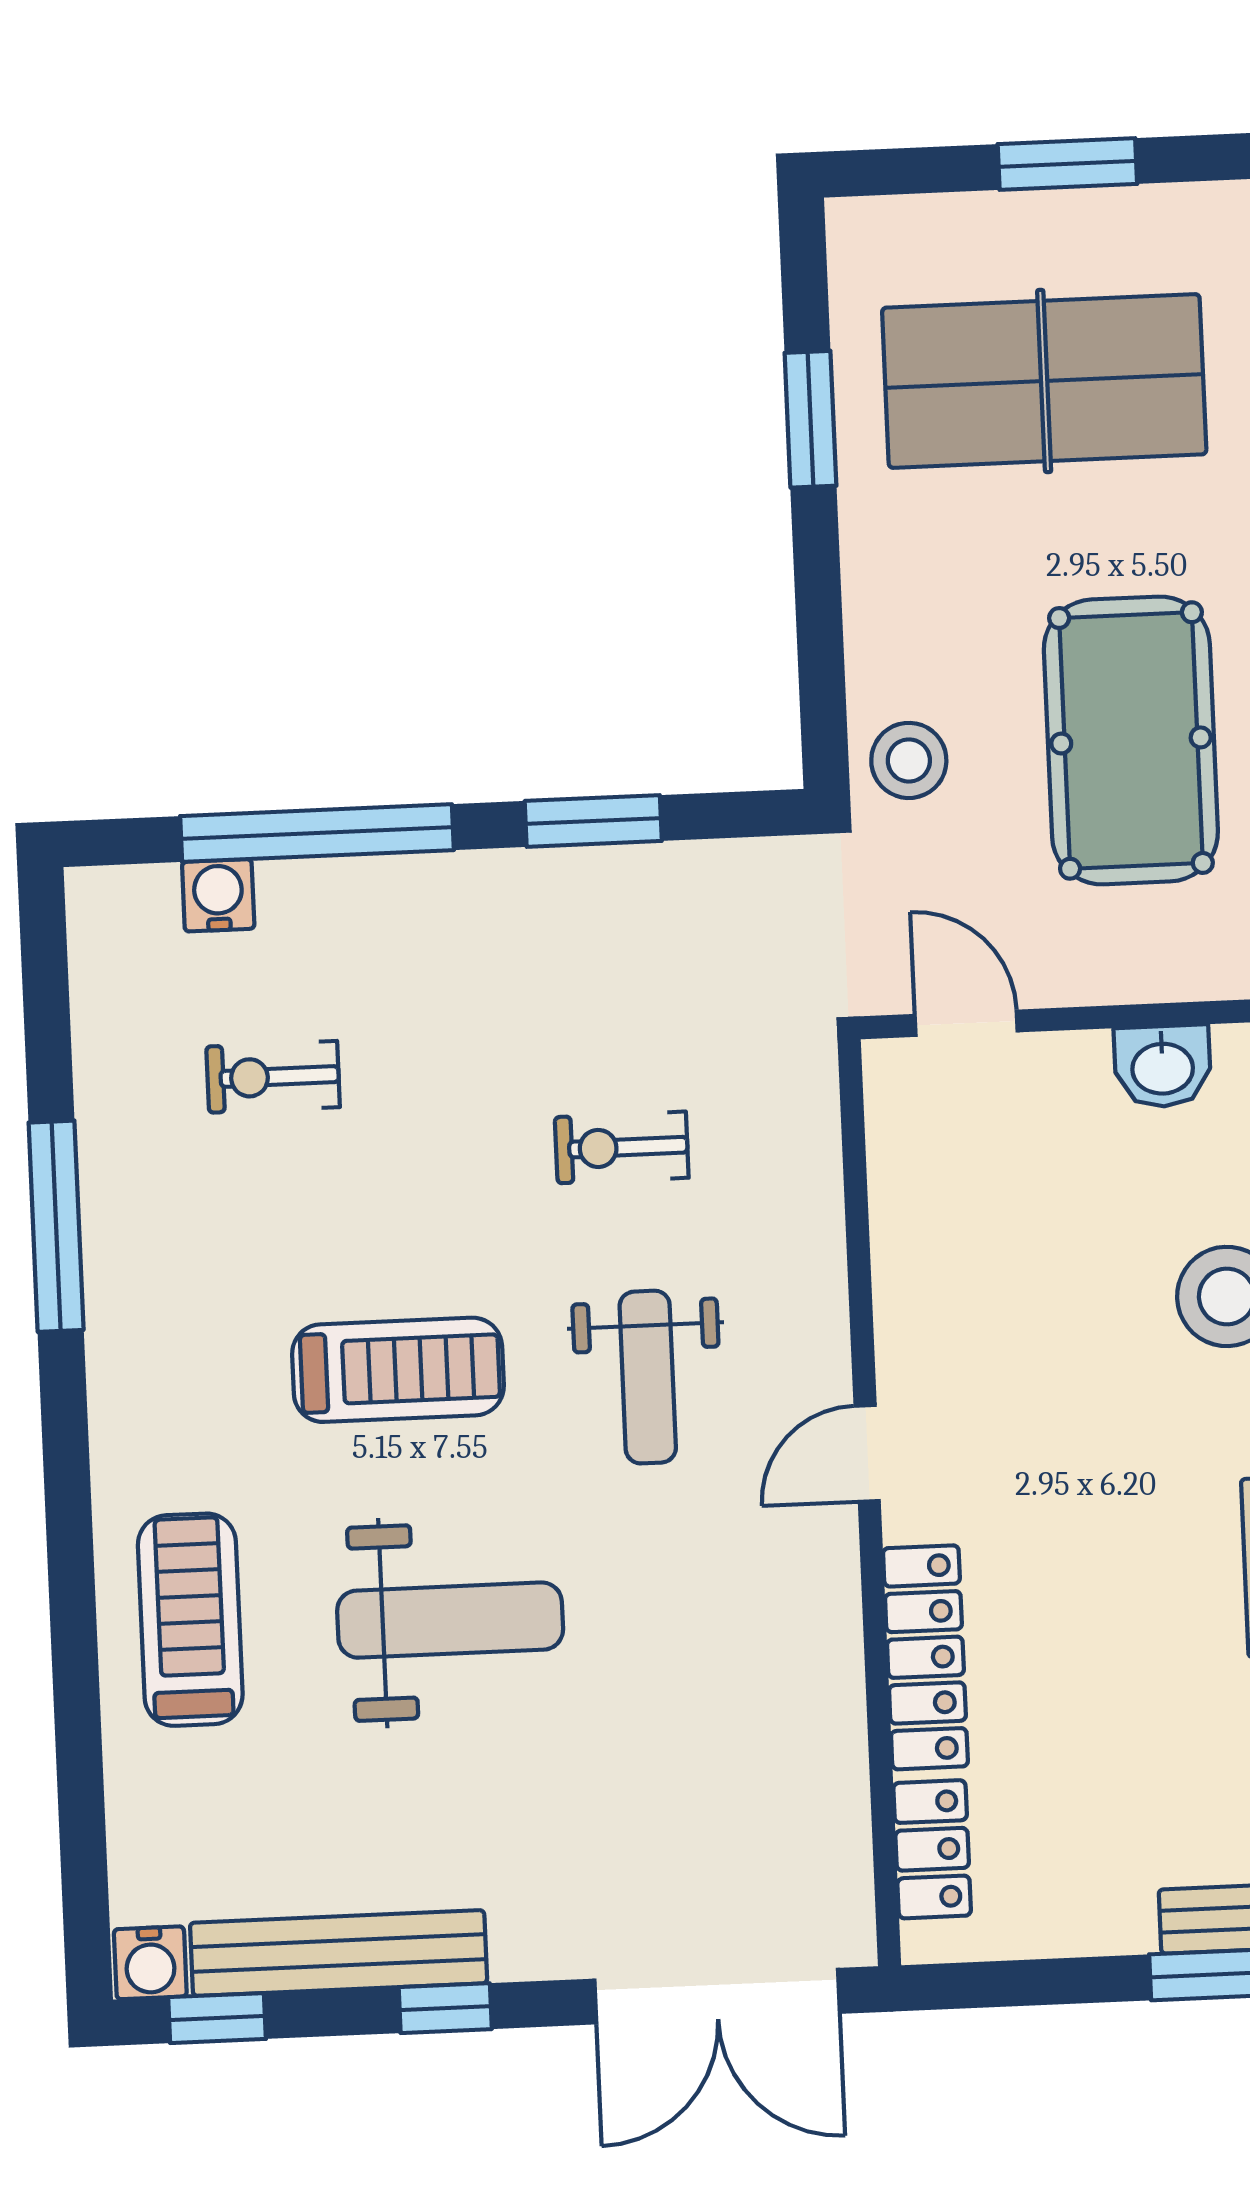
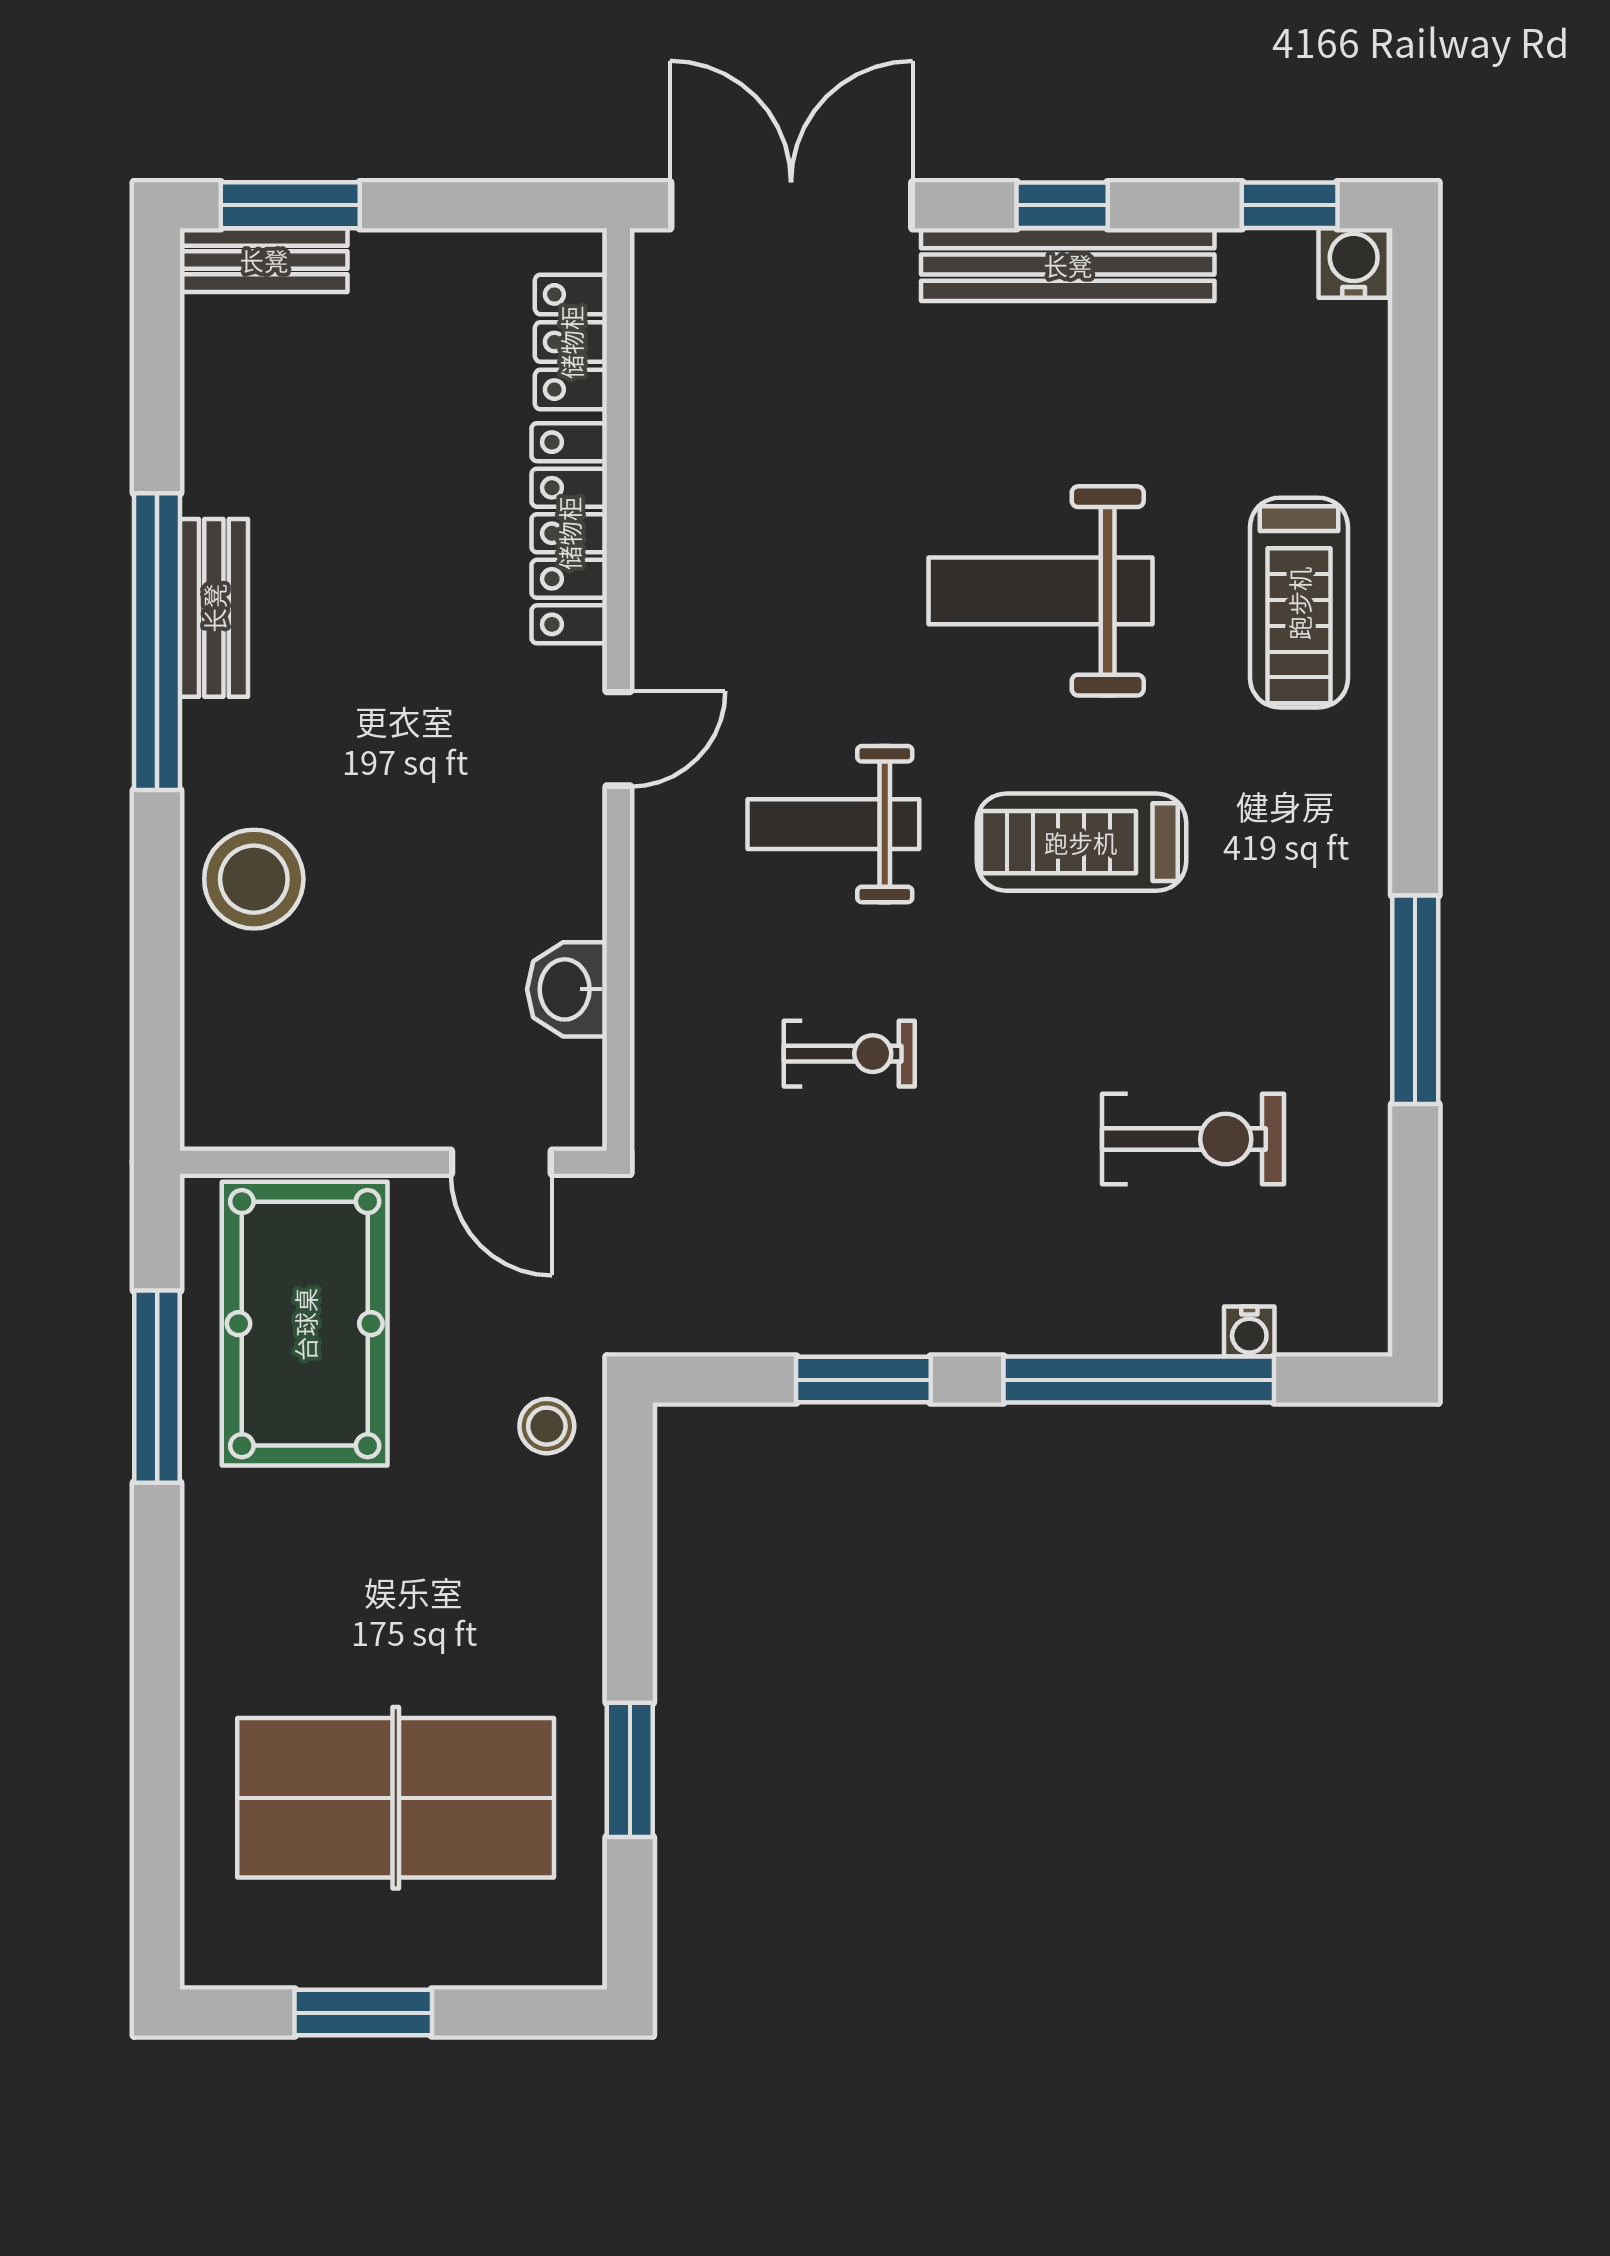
pool table: (1131, 740) -> (305, 1324), moved
stool: (909, 760) -> (547, 1426), width x0.73, depth x0.73
water cooler: (218, 895) -> (1249, 1332), width x0.72, depth x0.72
washbasin: (1162, 1066) -> (567, 989), moved, turned -90
exercise bike: (273, 1077) -> (1193, 1139), width x1.38, depth x1.39
weight bench: (648, 1377) -> (833, 824), turned -90
bench: (339, 1953) -> (1068, 265), moved

